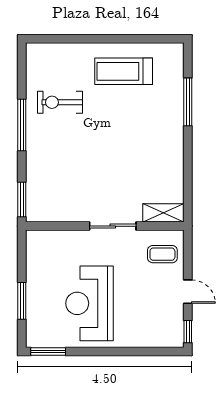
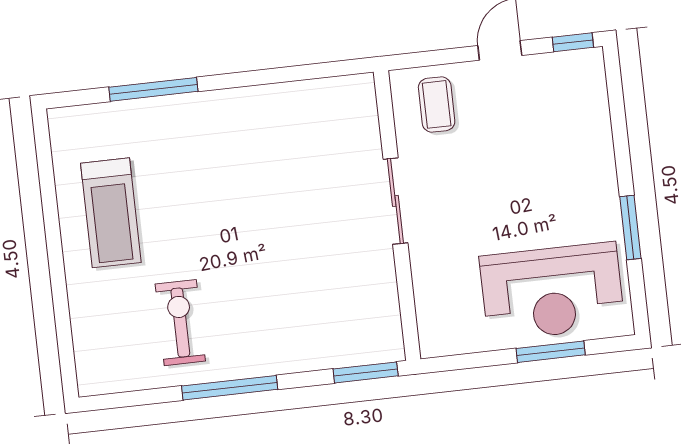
exercise bike: (60, 102) -> (180, 323), turned 180
shelving: (163, 213) -> (361, 111), removed
reception desk: (89, 303) -> (552, 291), moved
window: (48, 351) -> (630, 227), moved

